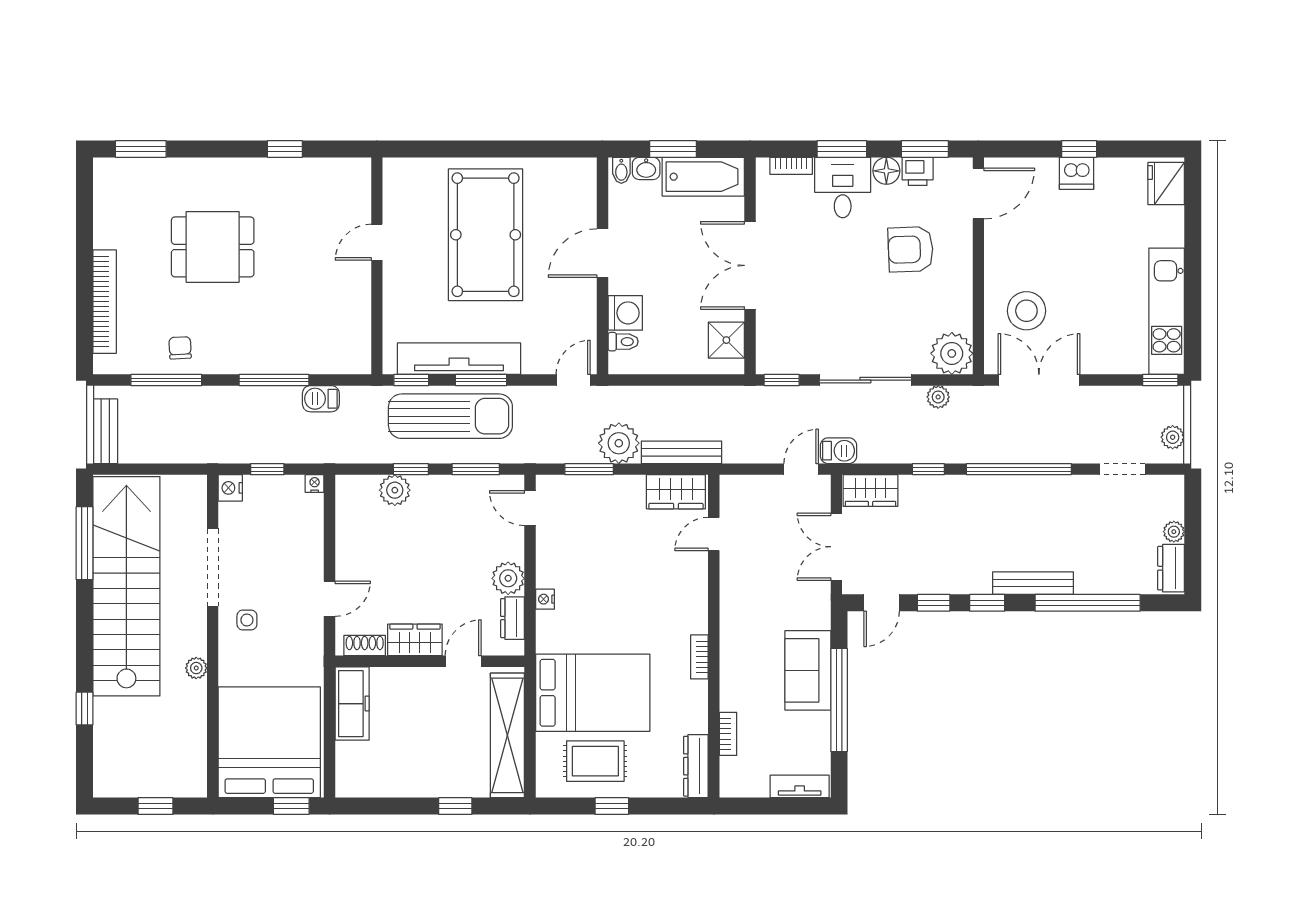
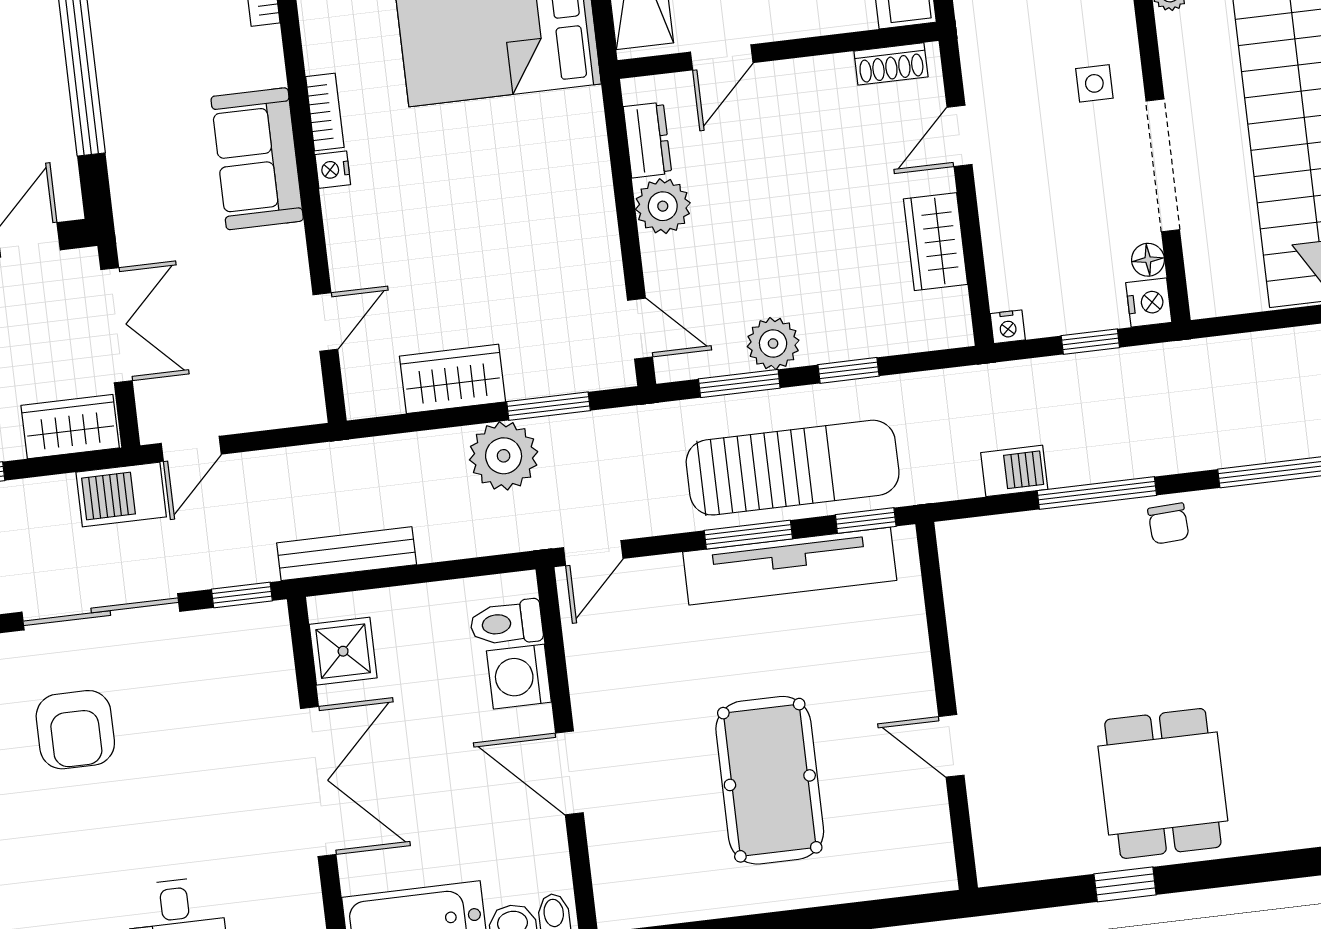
pool table: (486, 235) -> (770, 780), width x0.73, depth x0.76
door: (377, 242) -> (951, 746), swing flipped
dining table: (213, 247) -> (1163, 783), moved, turned 90
armchair: (911, 249) -> (75, 730), moved, turned 92
door: (602, 253) -> (569, 773), swing flipped
toilet: (623, 342) -> (506, 623), width x1.37, depth x1.39
chair: (180, 348) -> (1168, 523), moved
sun lounger: (450, 416) -> (793, 468), turned 180
barbecue: (839, 451) -> (121, 494), width x1.38, depth x1.27
bench: (682, 452) -> (347, 554), moved
plant: (395, 490) -> (773, 343), moved
wardrobe: (676, 492) -> (452, 379), moved
floor lamp: (228, 513) -> (1148, 260), added
nightstand: (545, 599) -> (333, 170), moved, turned 180
wardrobe: (415, 640) -> (936, 242), moved, turned 90
sofa: (808, 670) -> (257, 159), moved, turned 180

